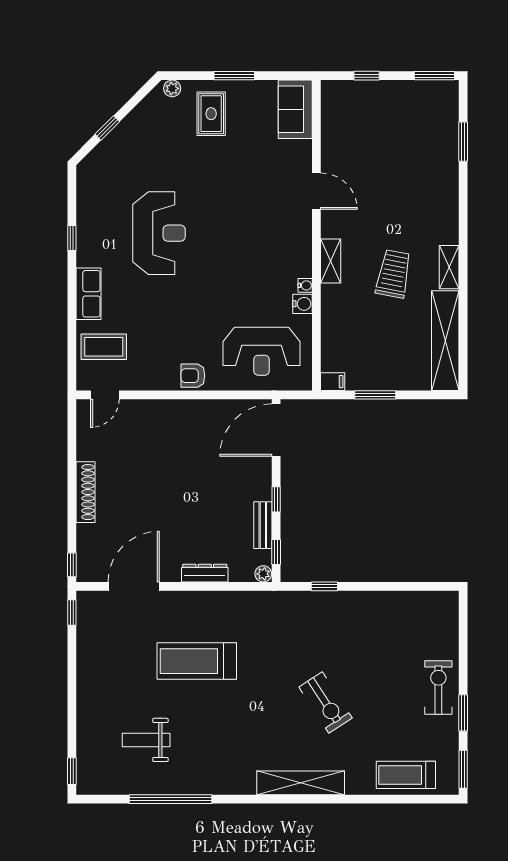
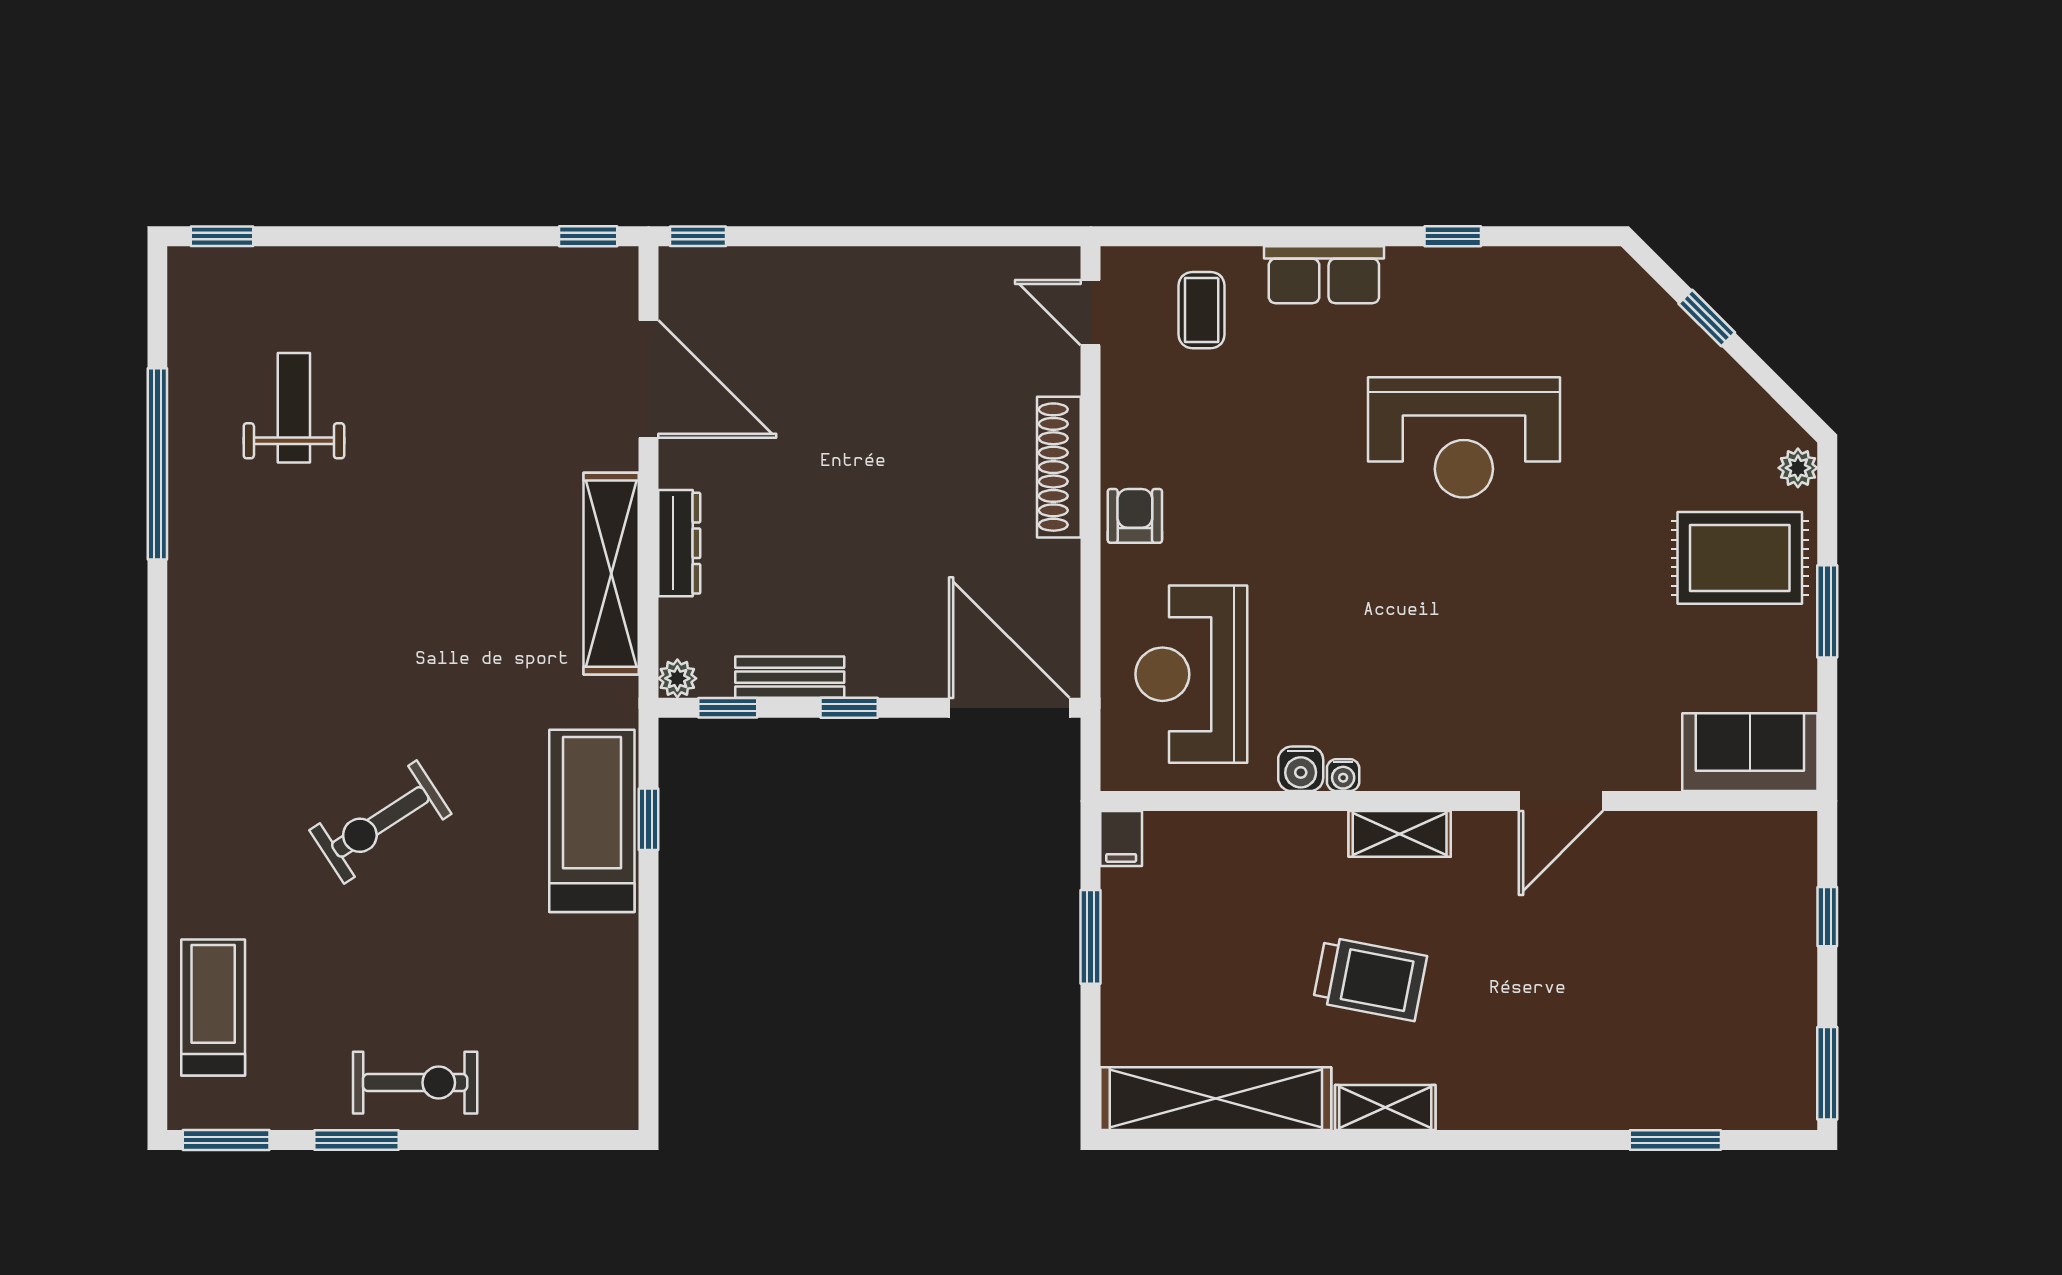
rug: (211, 114) -> (1740, 558), width x1.36, depth x1.43
coffee table: (104, 347) -> (1202, 310), width x0.73, depth x0.77
shoe rack: (85, 492) -> (1059, 467), moved, turned 90
treadmill: (197, 661) -> (592, 821), moved
shelving: (301, 783) -> (611, 574), moved

